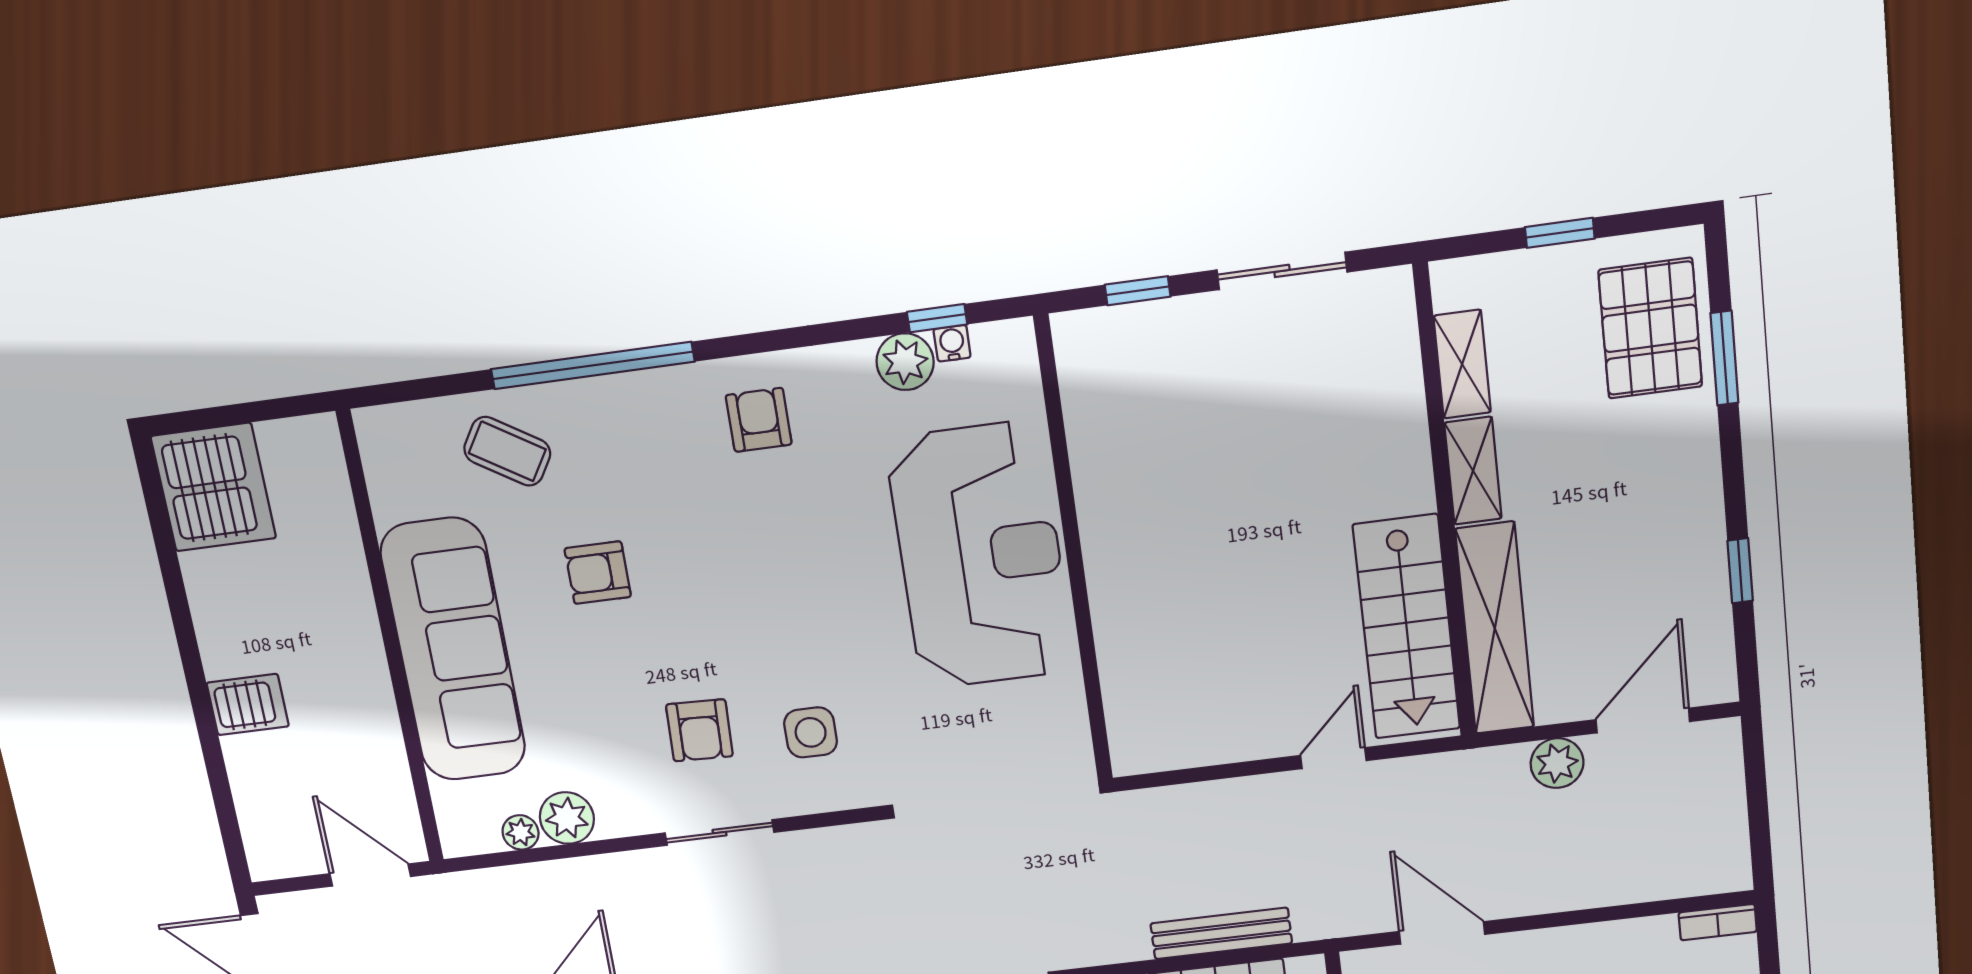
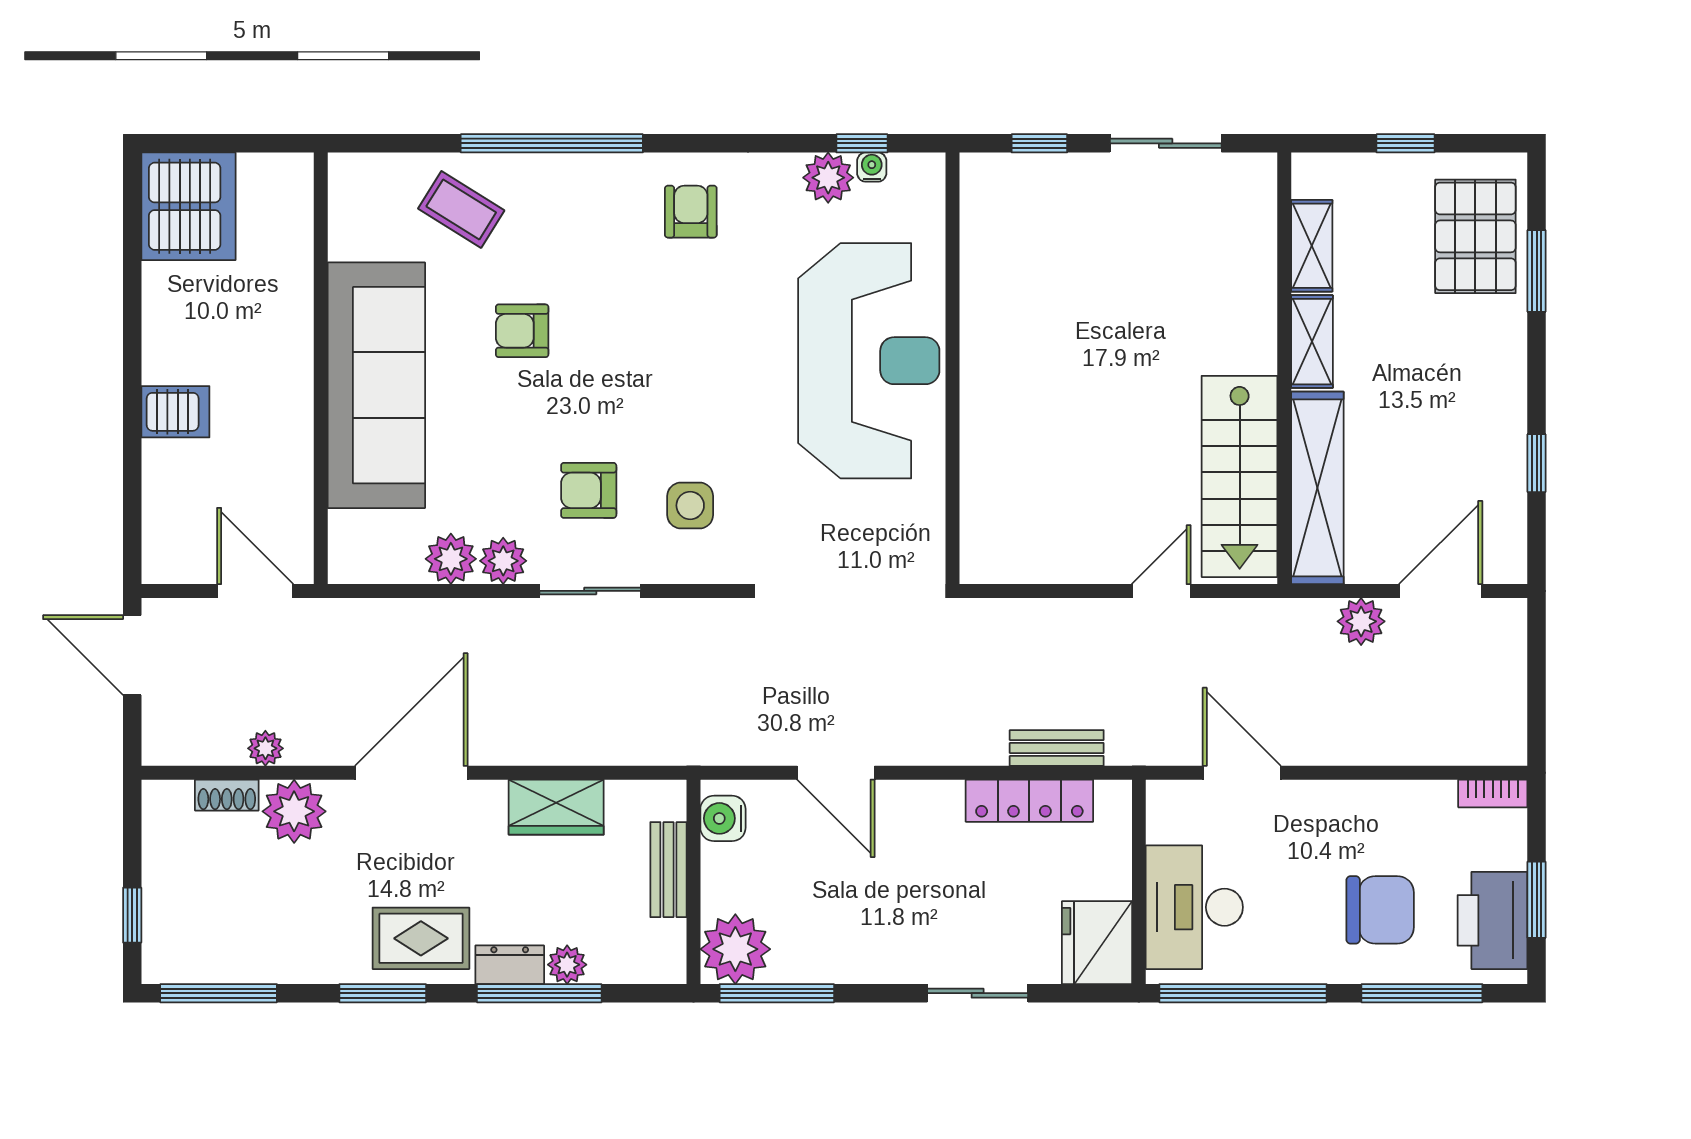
armchair: (699, 730) -> (589, 490), turned 88
plant: (521, 832) -> (503, 561), moved, width x1.38, depth x1.38
bench: (1221, 933) -> (1057, 748), width x0.73

